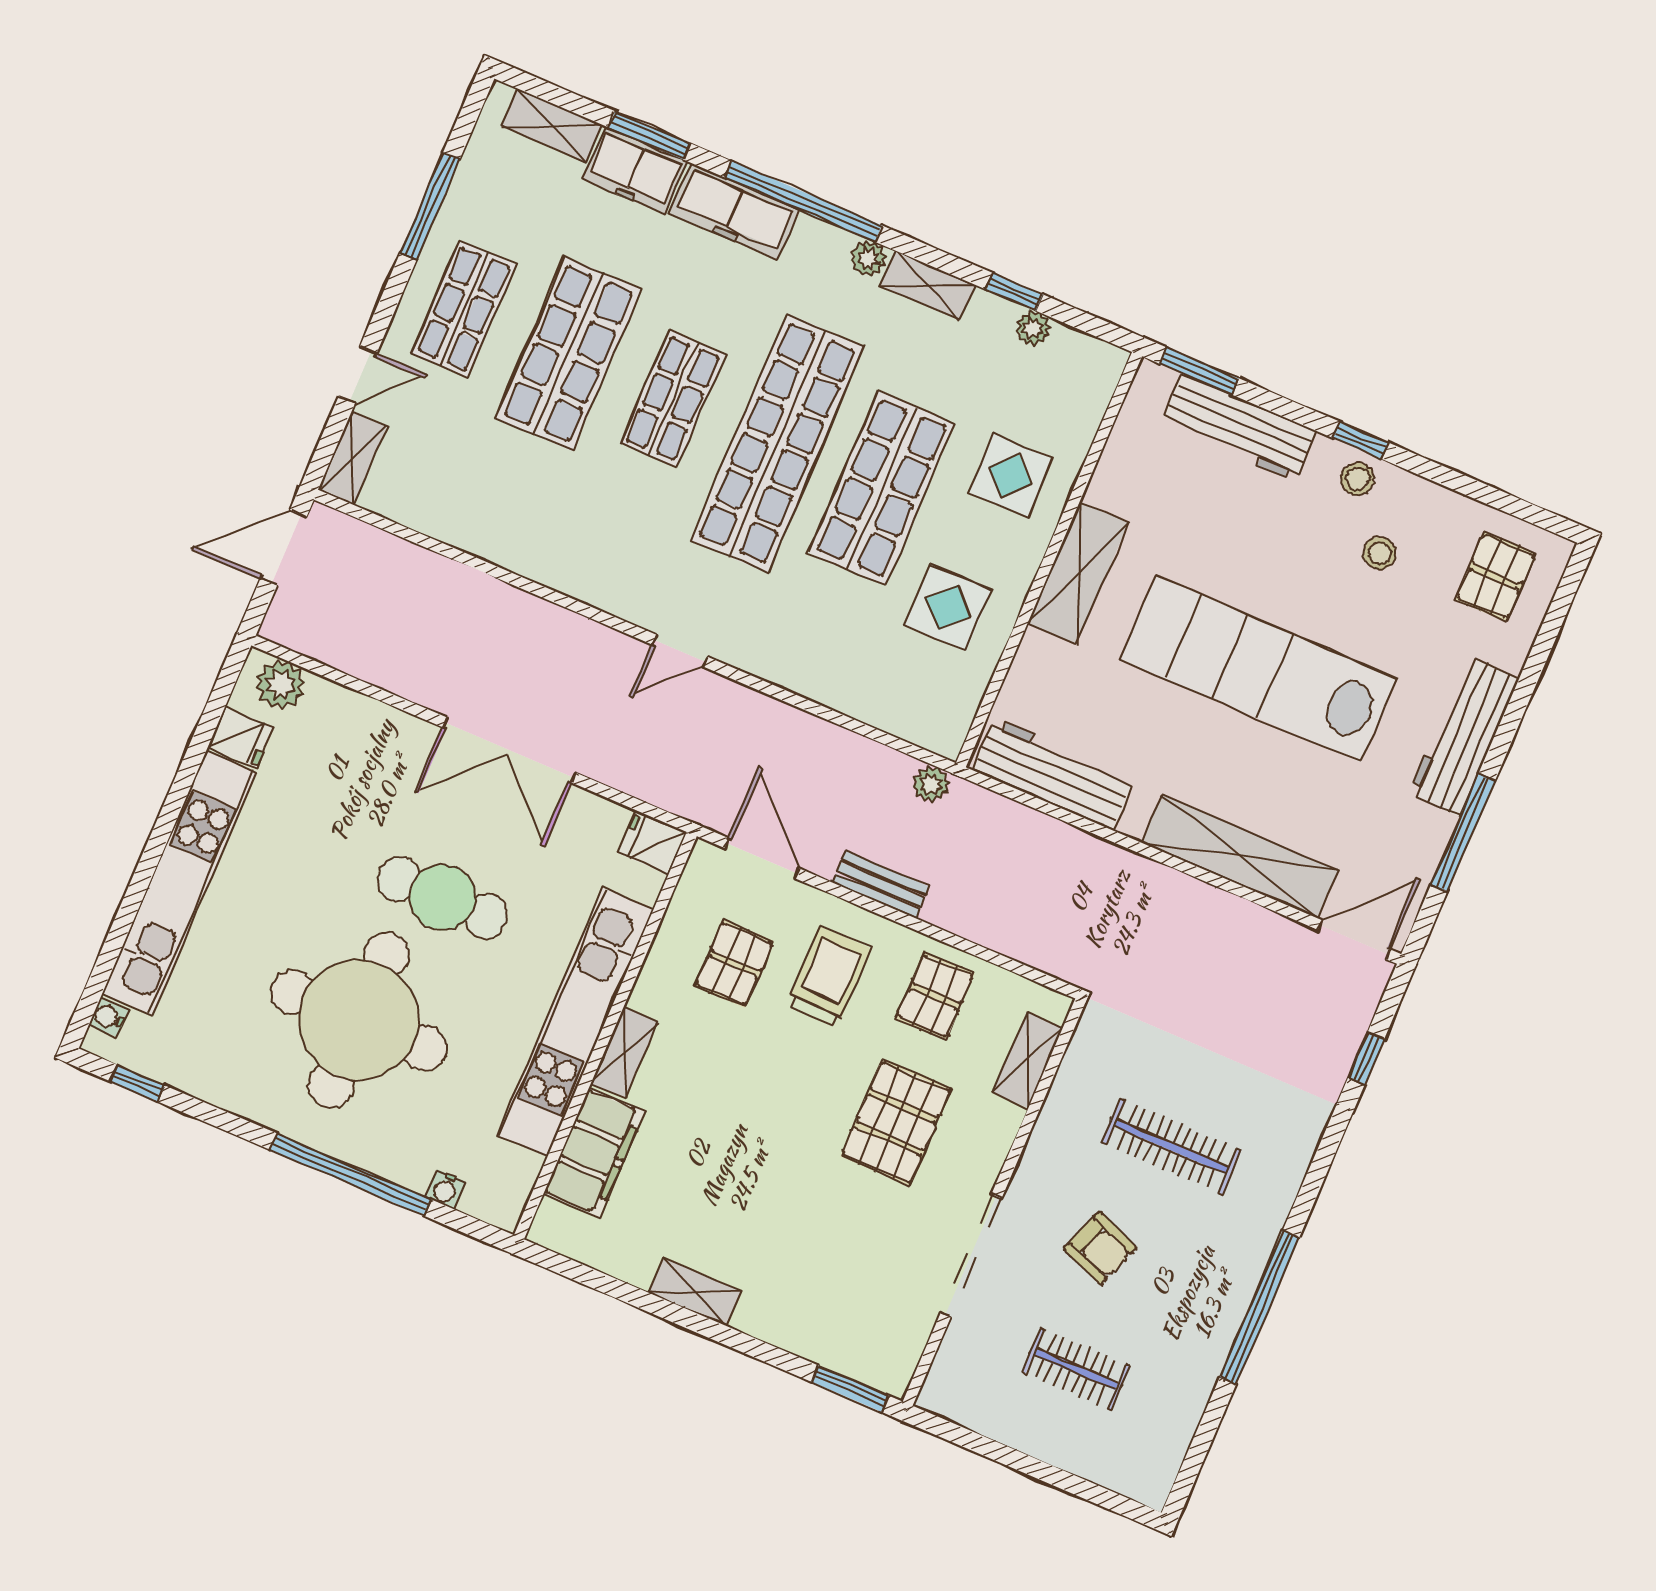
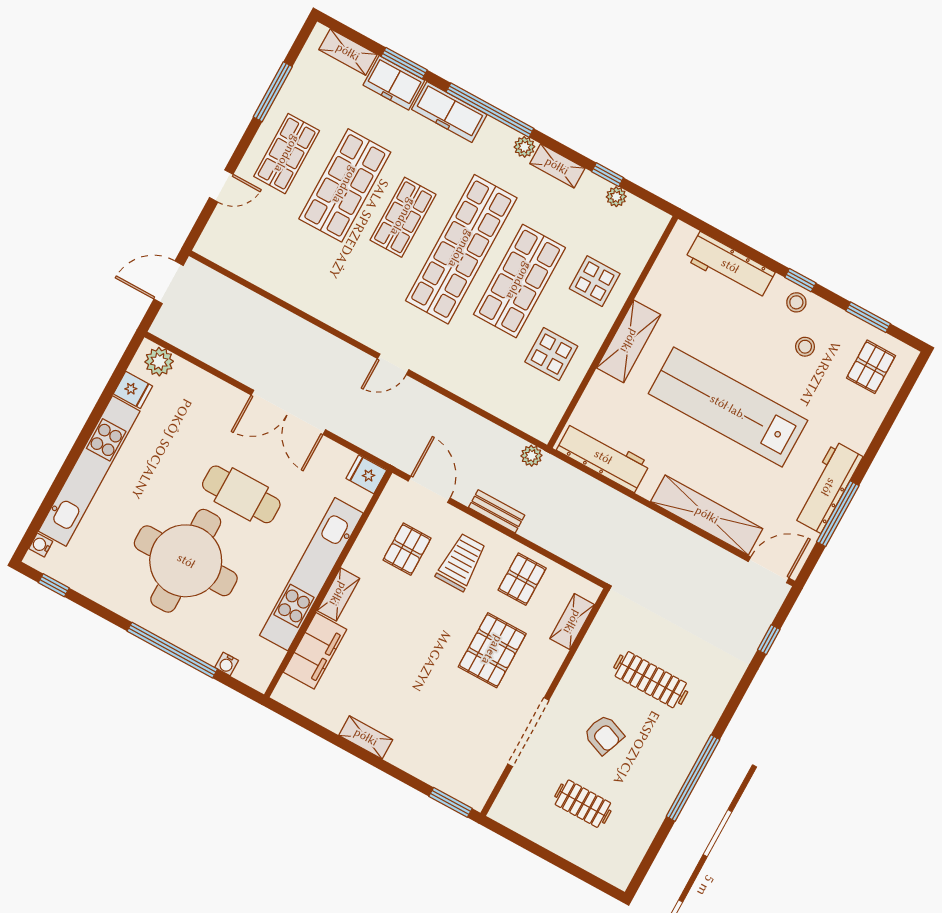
window: (1199, 371) -> (868, 317), moved
shelving: (353, 458) -> (214, 234), removed
workbench: (1464, 736) -> (828, 487), moved

